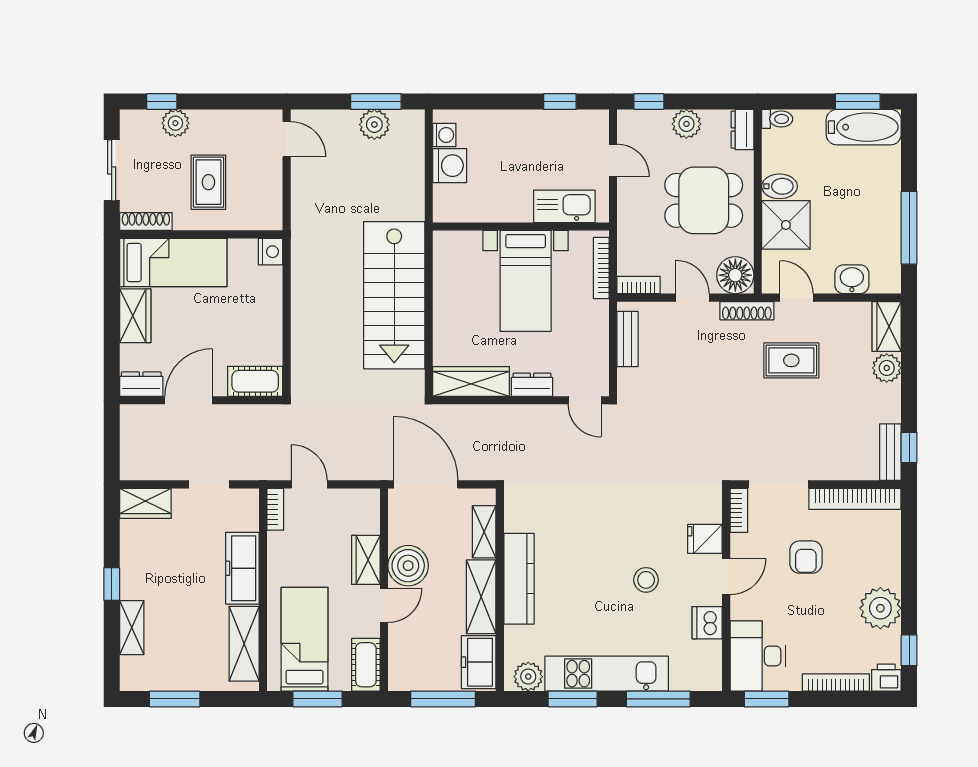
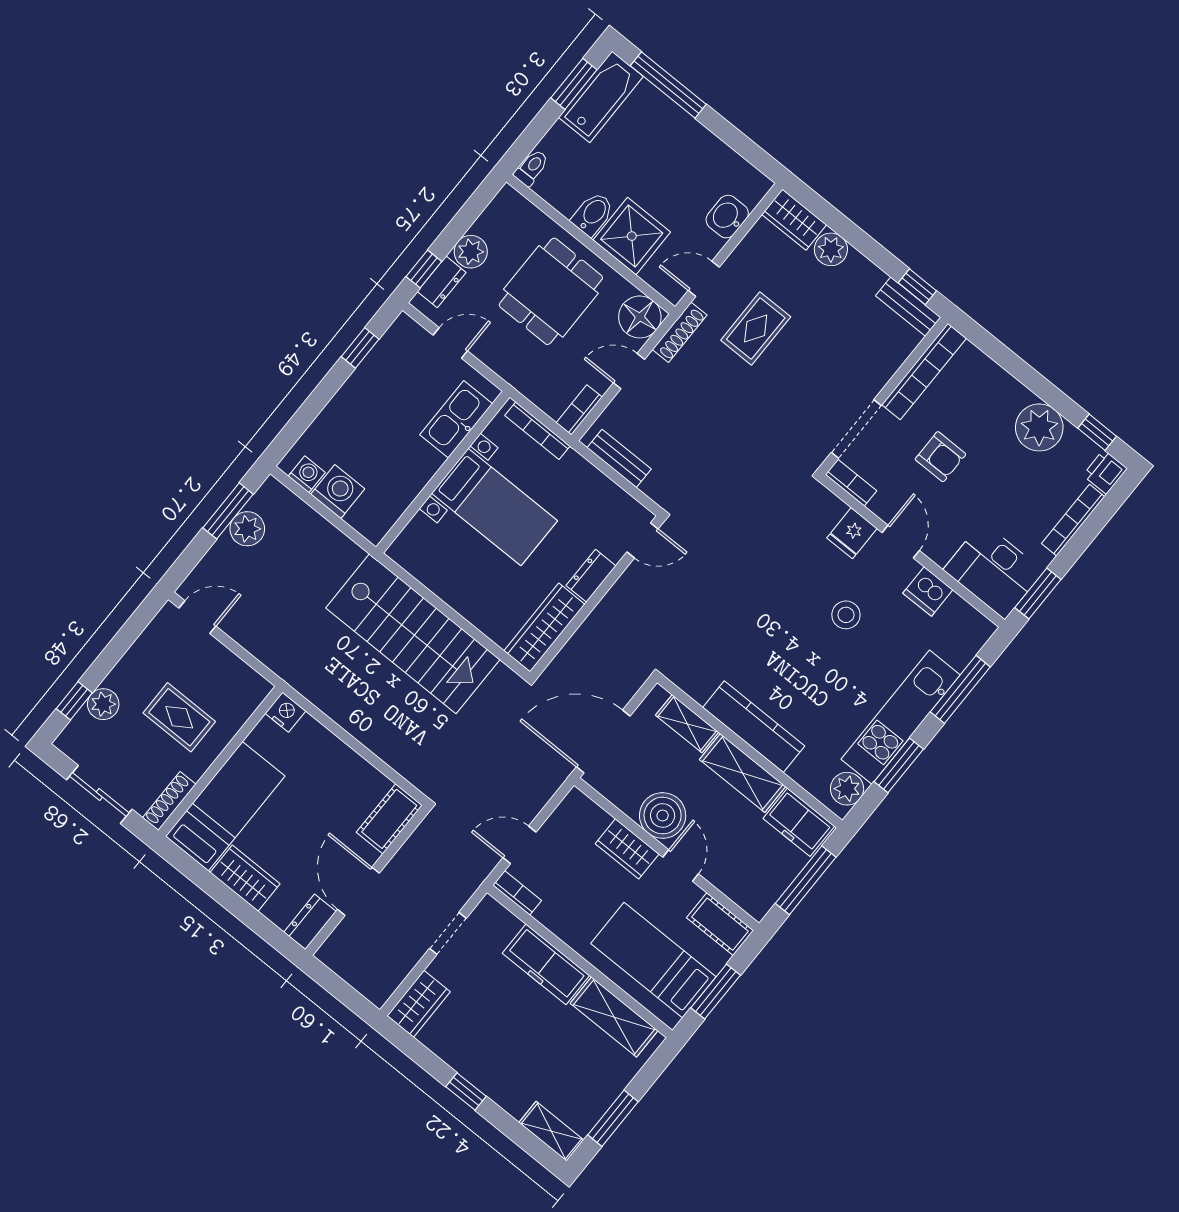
dresser: (742, 130) -> (442, 282), moved, turned -90
window: (909, 228) -> (668, 85), moved
shelving: (132, 628) -> (551, 1131), moved

